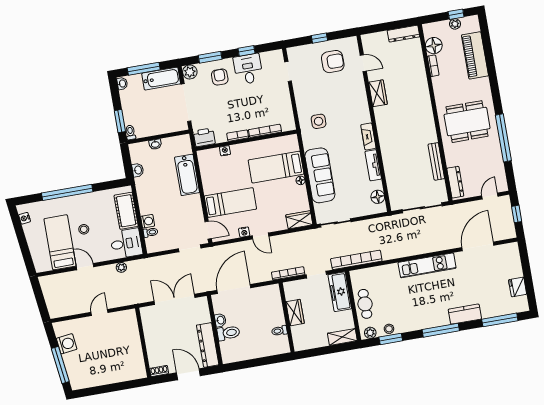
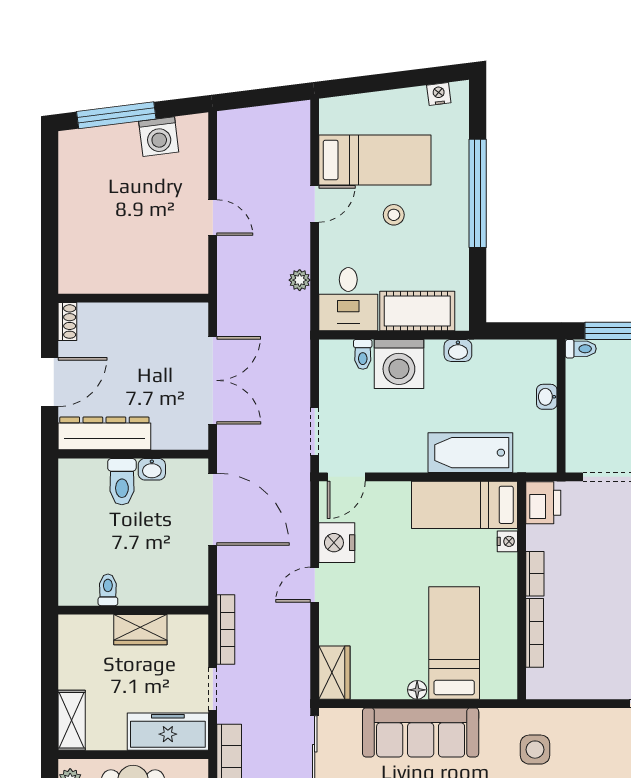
washbasin: (138, 170) -> (458, 350), moved
bed: (230, 203) -> (464, 505), moved, turned 90
washing machine: (148, 221) -> (399, 364), width x1.89, depth x1.89
nightstand: (244, 232) -> (337, 543), width x1.89, depth x1.79

